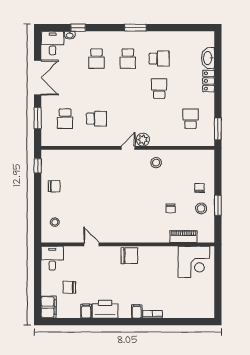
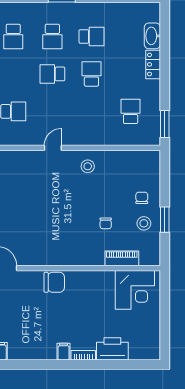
school desk: (128, 89) -> (52, 74), added
plant: (143, 140) -> (71, 138), removed
printer: (105, 309) -> (112, 349), moved

